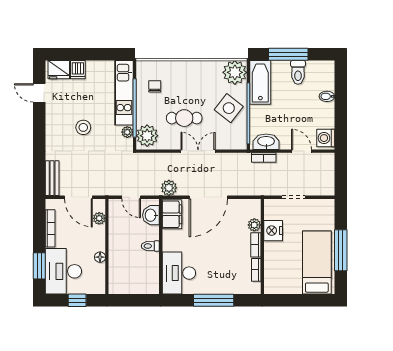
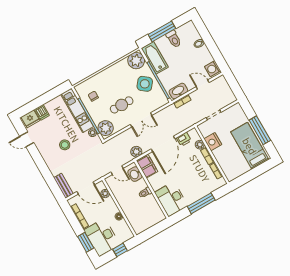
double door: (198, 151) -> (141, 120), swing flipped
printer: (238, 206) -> (184, 139), added

